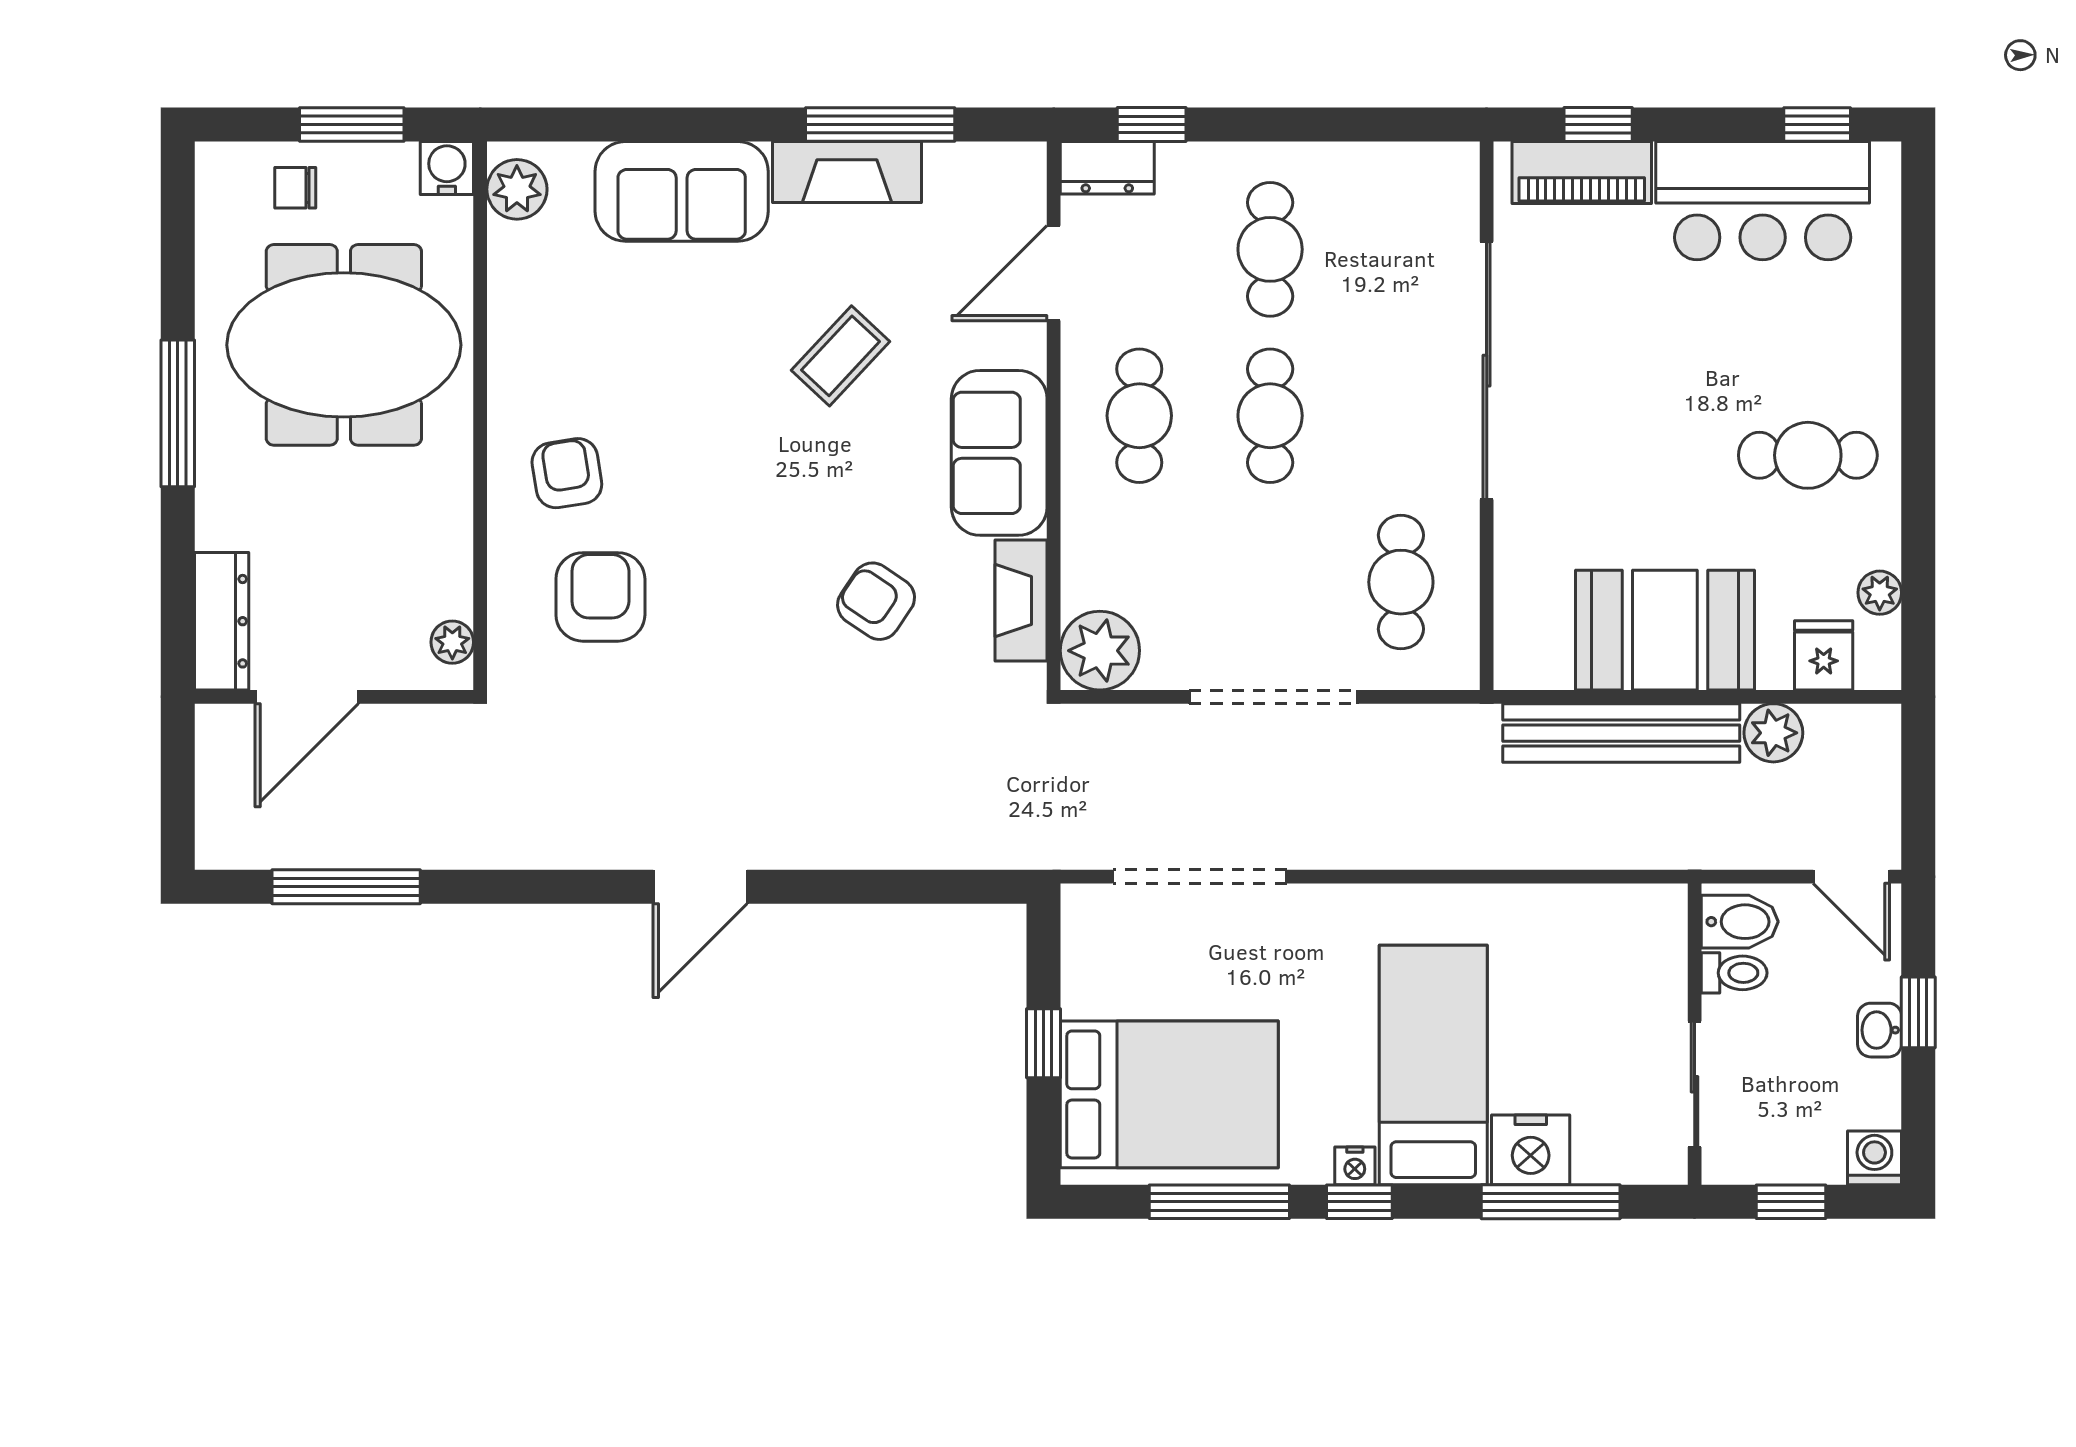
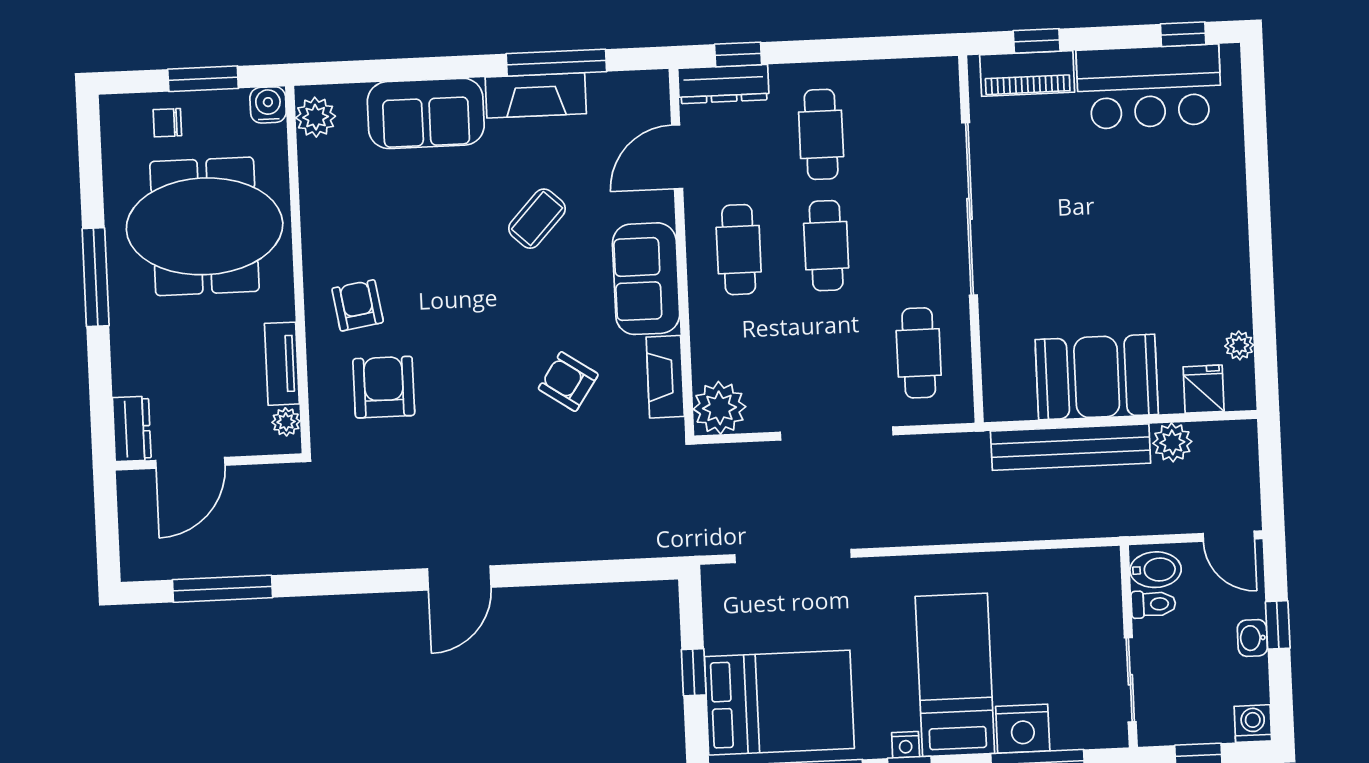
dresser: (1107, 168) -> (723, 84), width x1.44
cafe table: (1808, 455) -> (1187, 256), removed
tv unit: (450, 555) -> (282, 364), added
dresser: (222, 621) -> (132, 429), width x0.70

